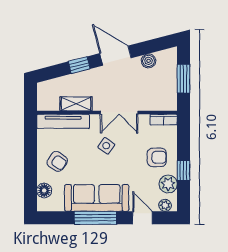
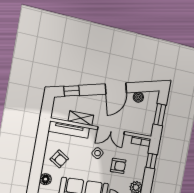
door: (115, 56) -> (116, 88), swing flipped
window: (79, 65) -> (72, 91), moved
armchair: (157, 157) -> (118, 166), moved
window: (184, 170) -> (151, 161), moved

